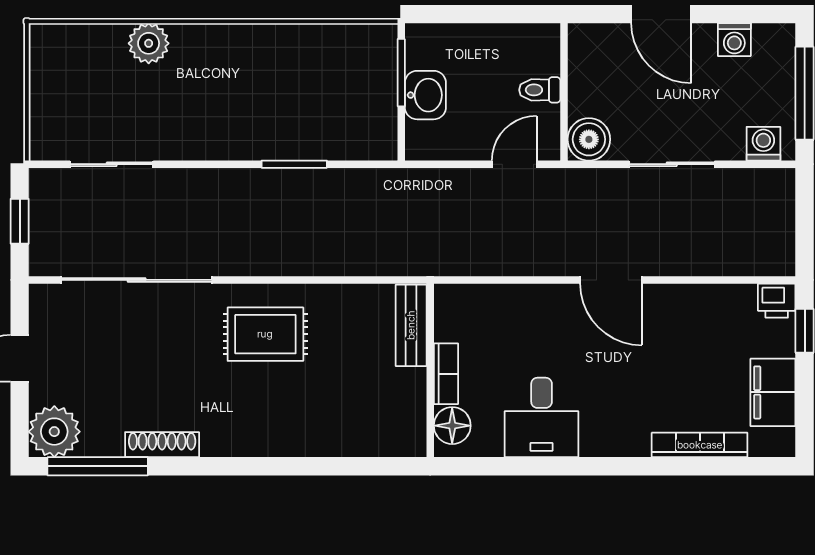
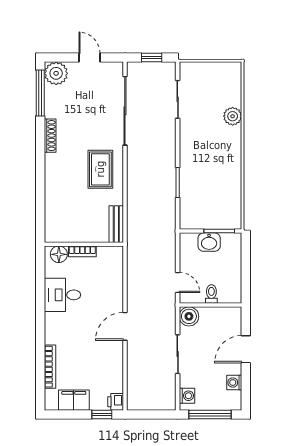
bench: (411, 325) -> (116, 224), moved, turned 90
shoe rack: (162, 445) -> (50, 136), moved

